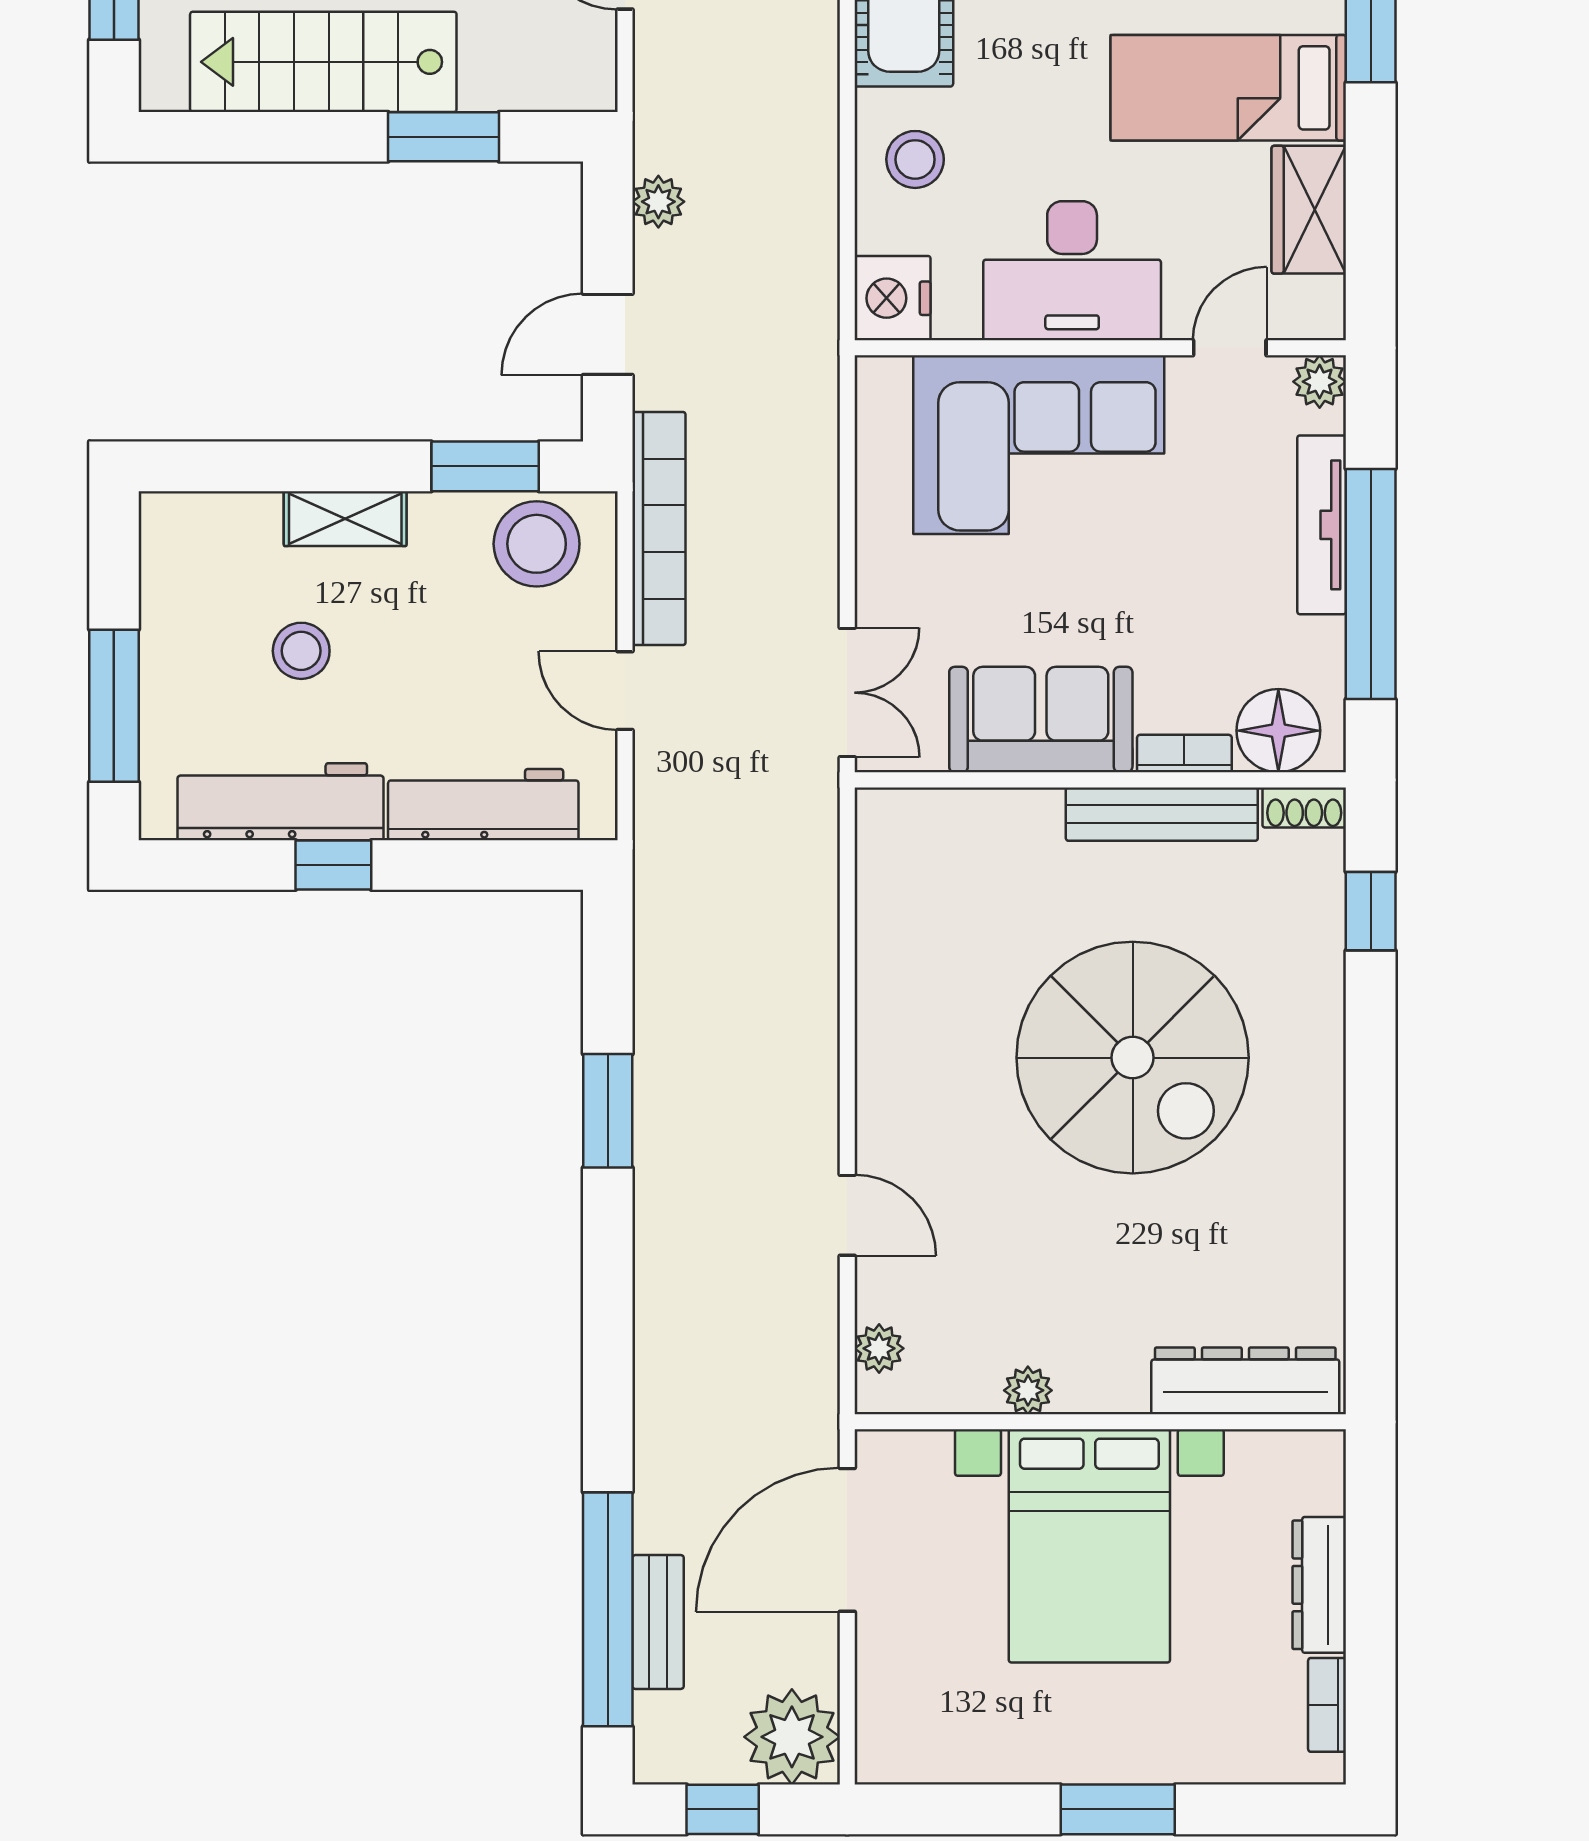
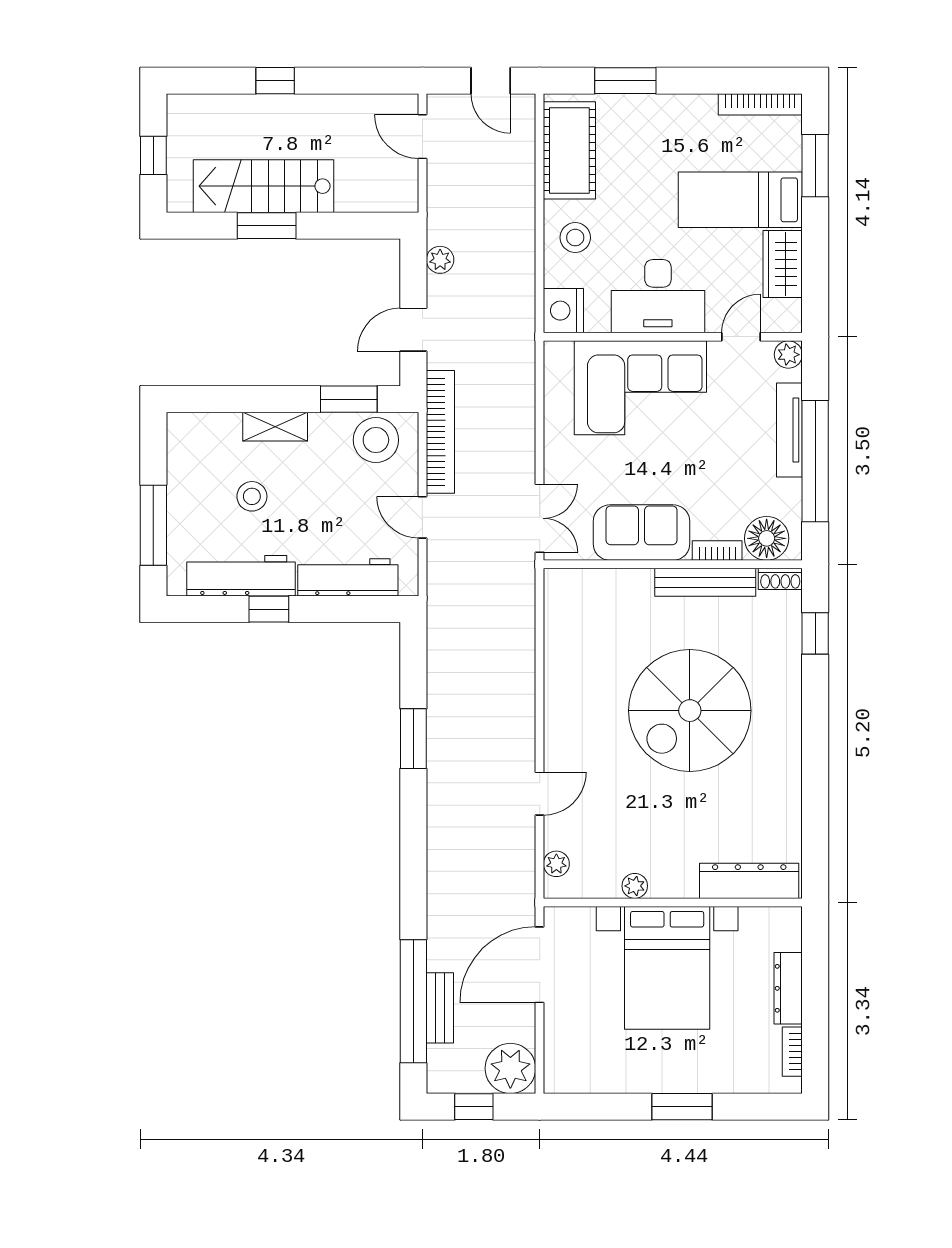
window: (443, 137) -> (267, 226), moved
spiral stairs: (1133, 1058) -> (690, 711), turned 90
door: (847, 1215) -> (540, 794), hinge flipped

